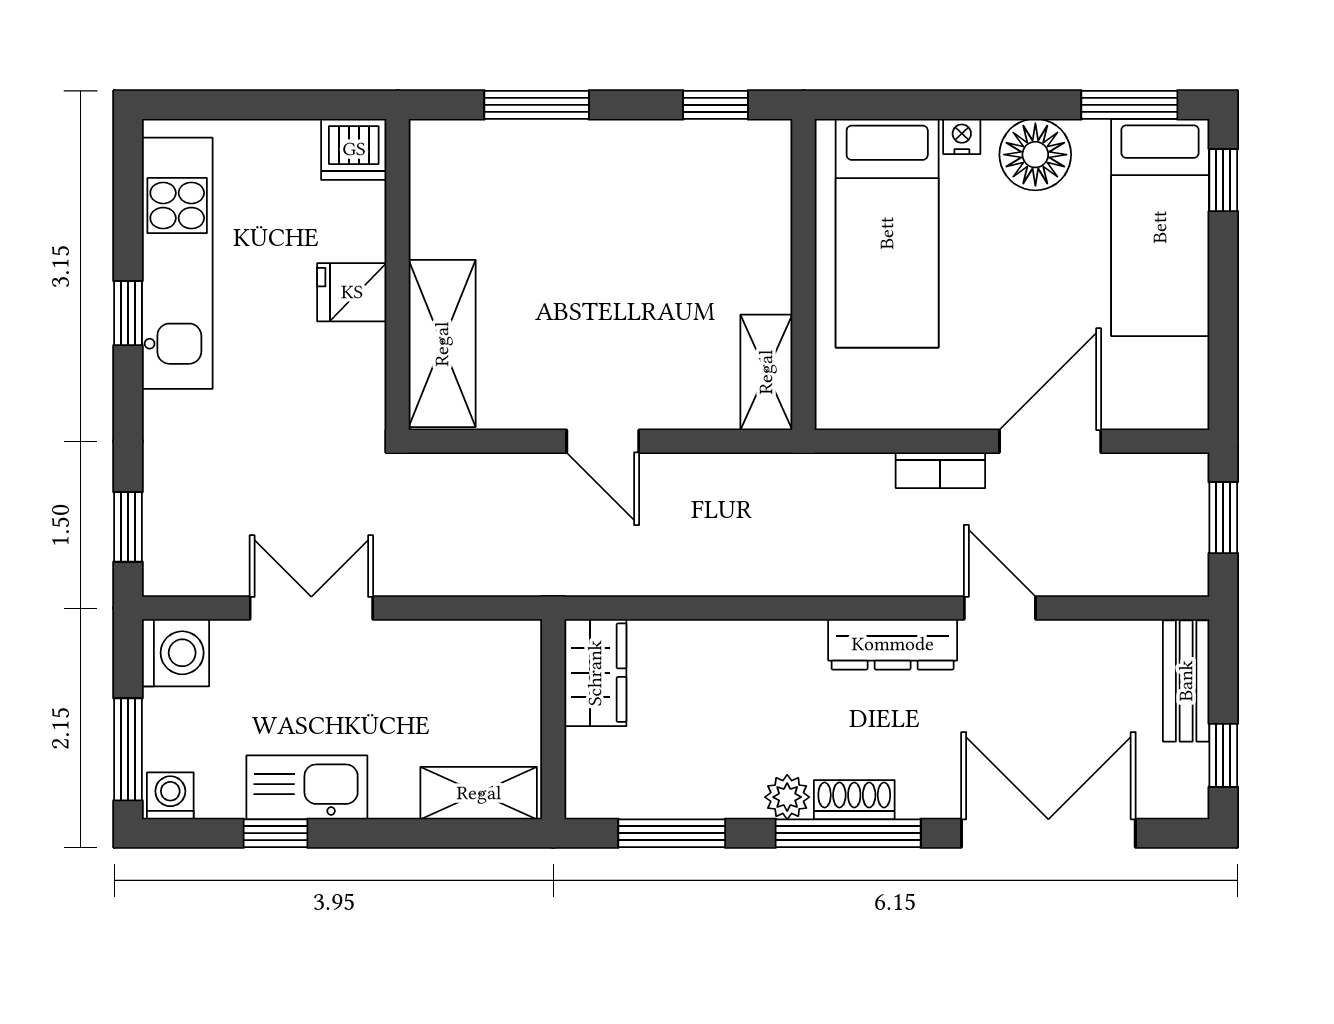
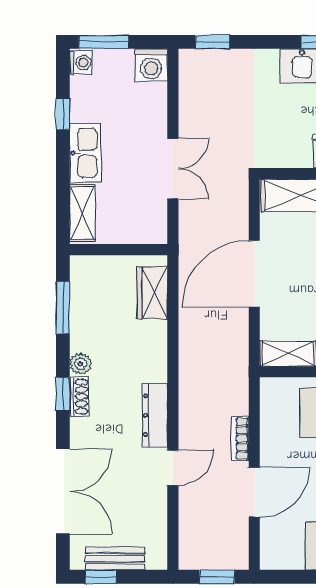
door: (603, 441) -> (254, 274), width x1.87
door: (1050, 441) -> (254, 492), hinge flipped
double door: (311, 608) -> (173, 169), moved
wardrobe: (595, 673) -> (152, 293), moved, turned 90
bench: (1186, 681) -> (115, 559), moved
kitchen sink: (307, 787) -> (85, 153), moved
window: (848, 833) -> (63, 394), width x0.46

